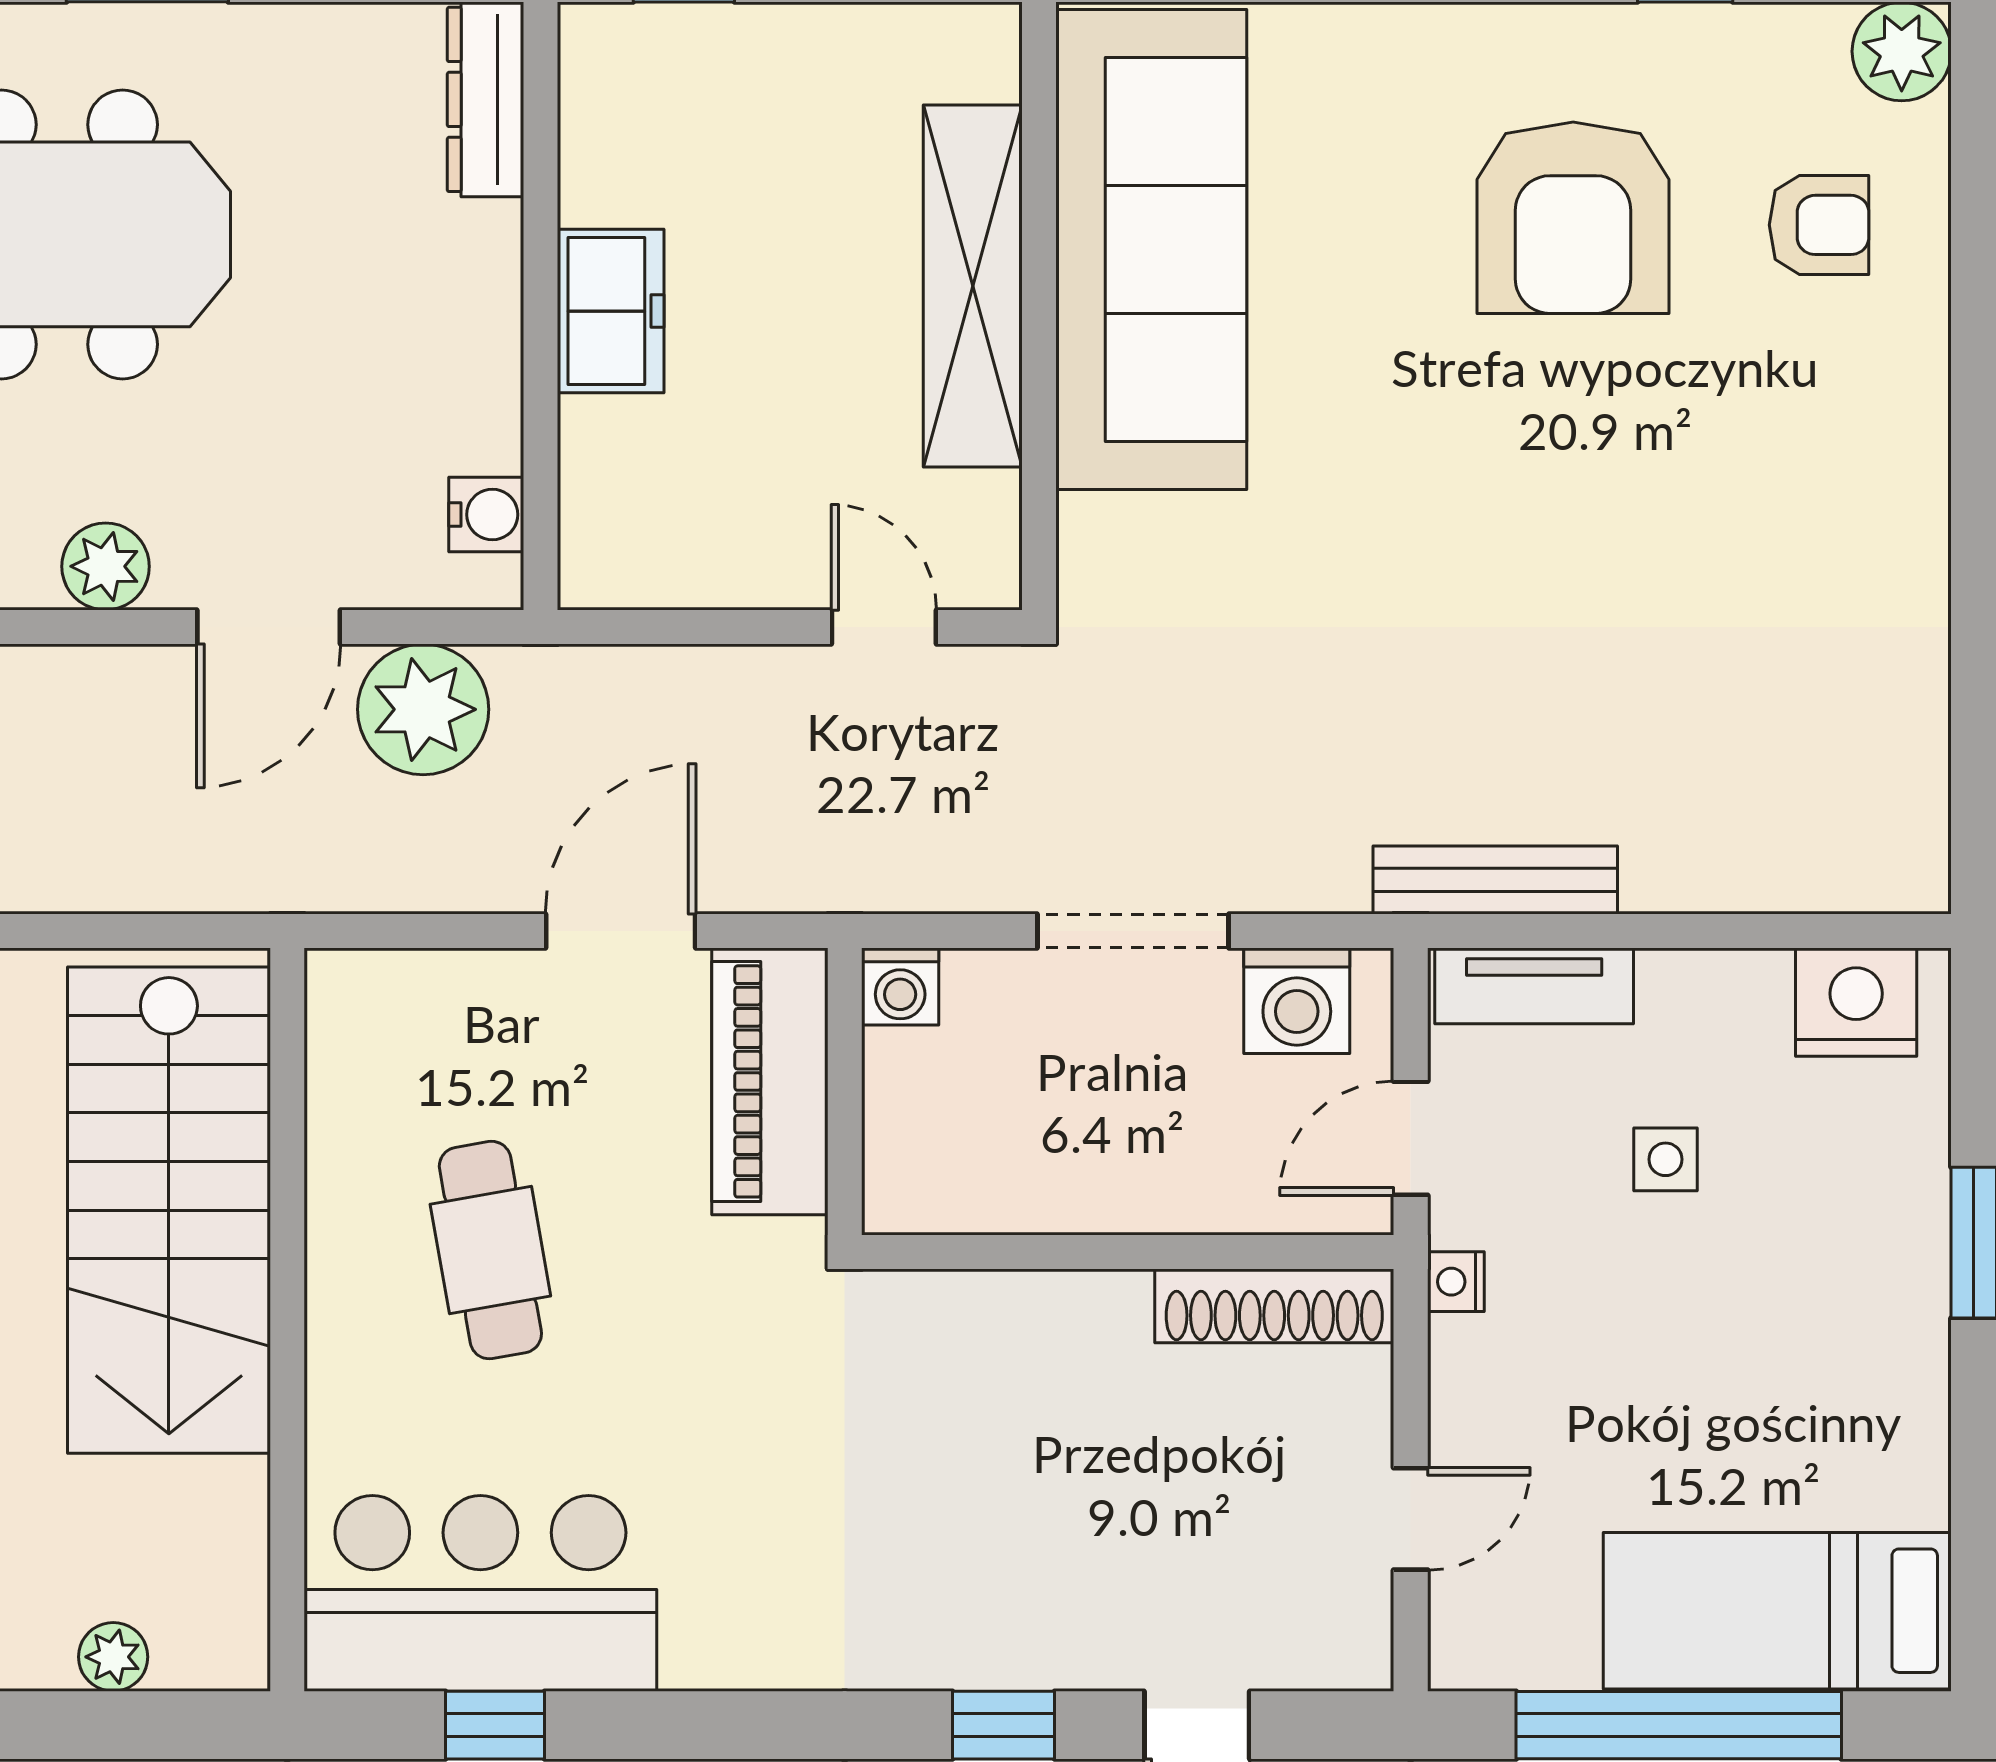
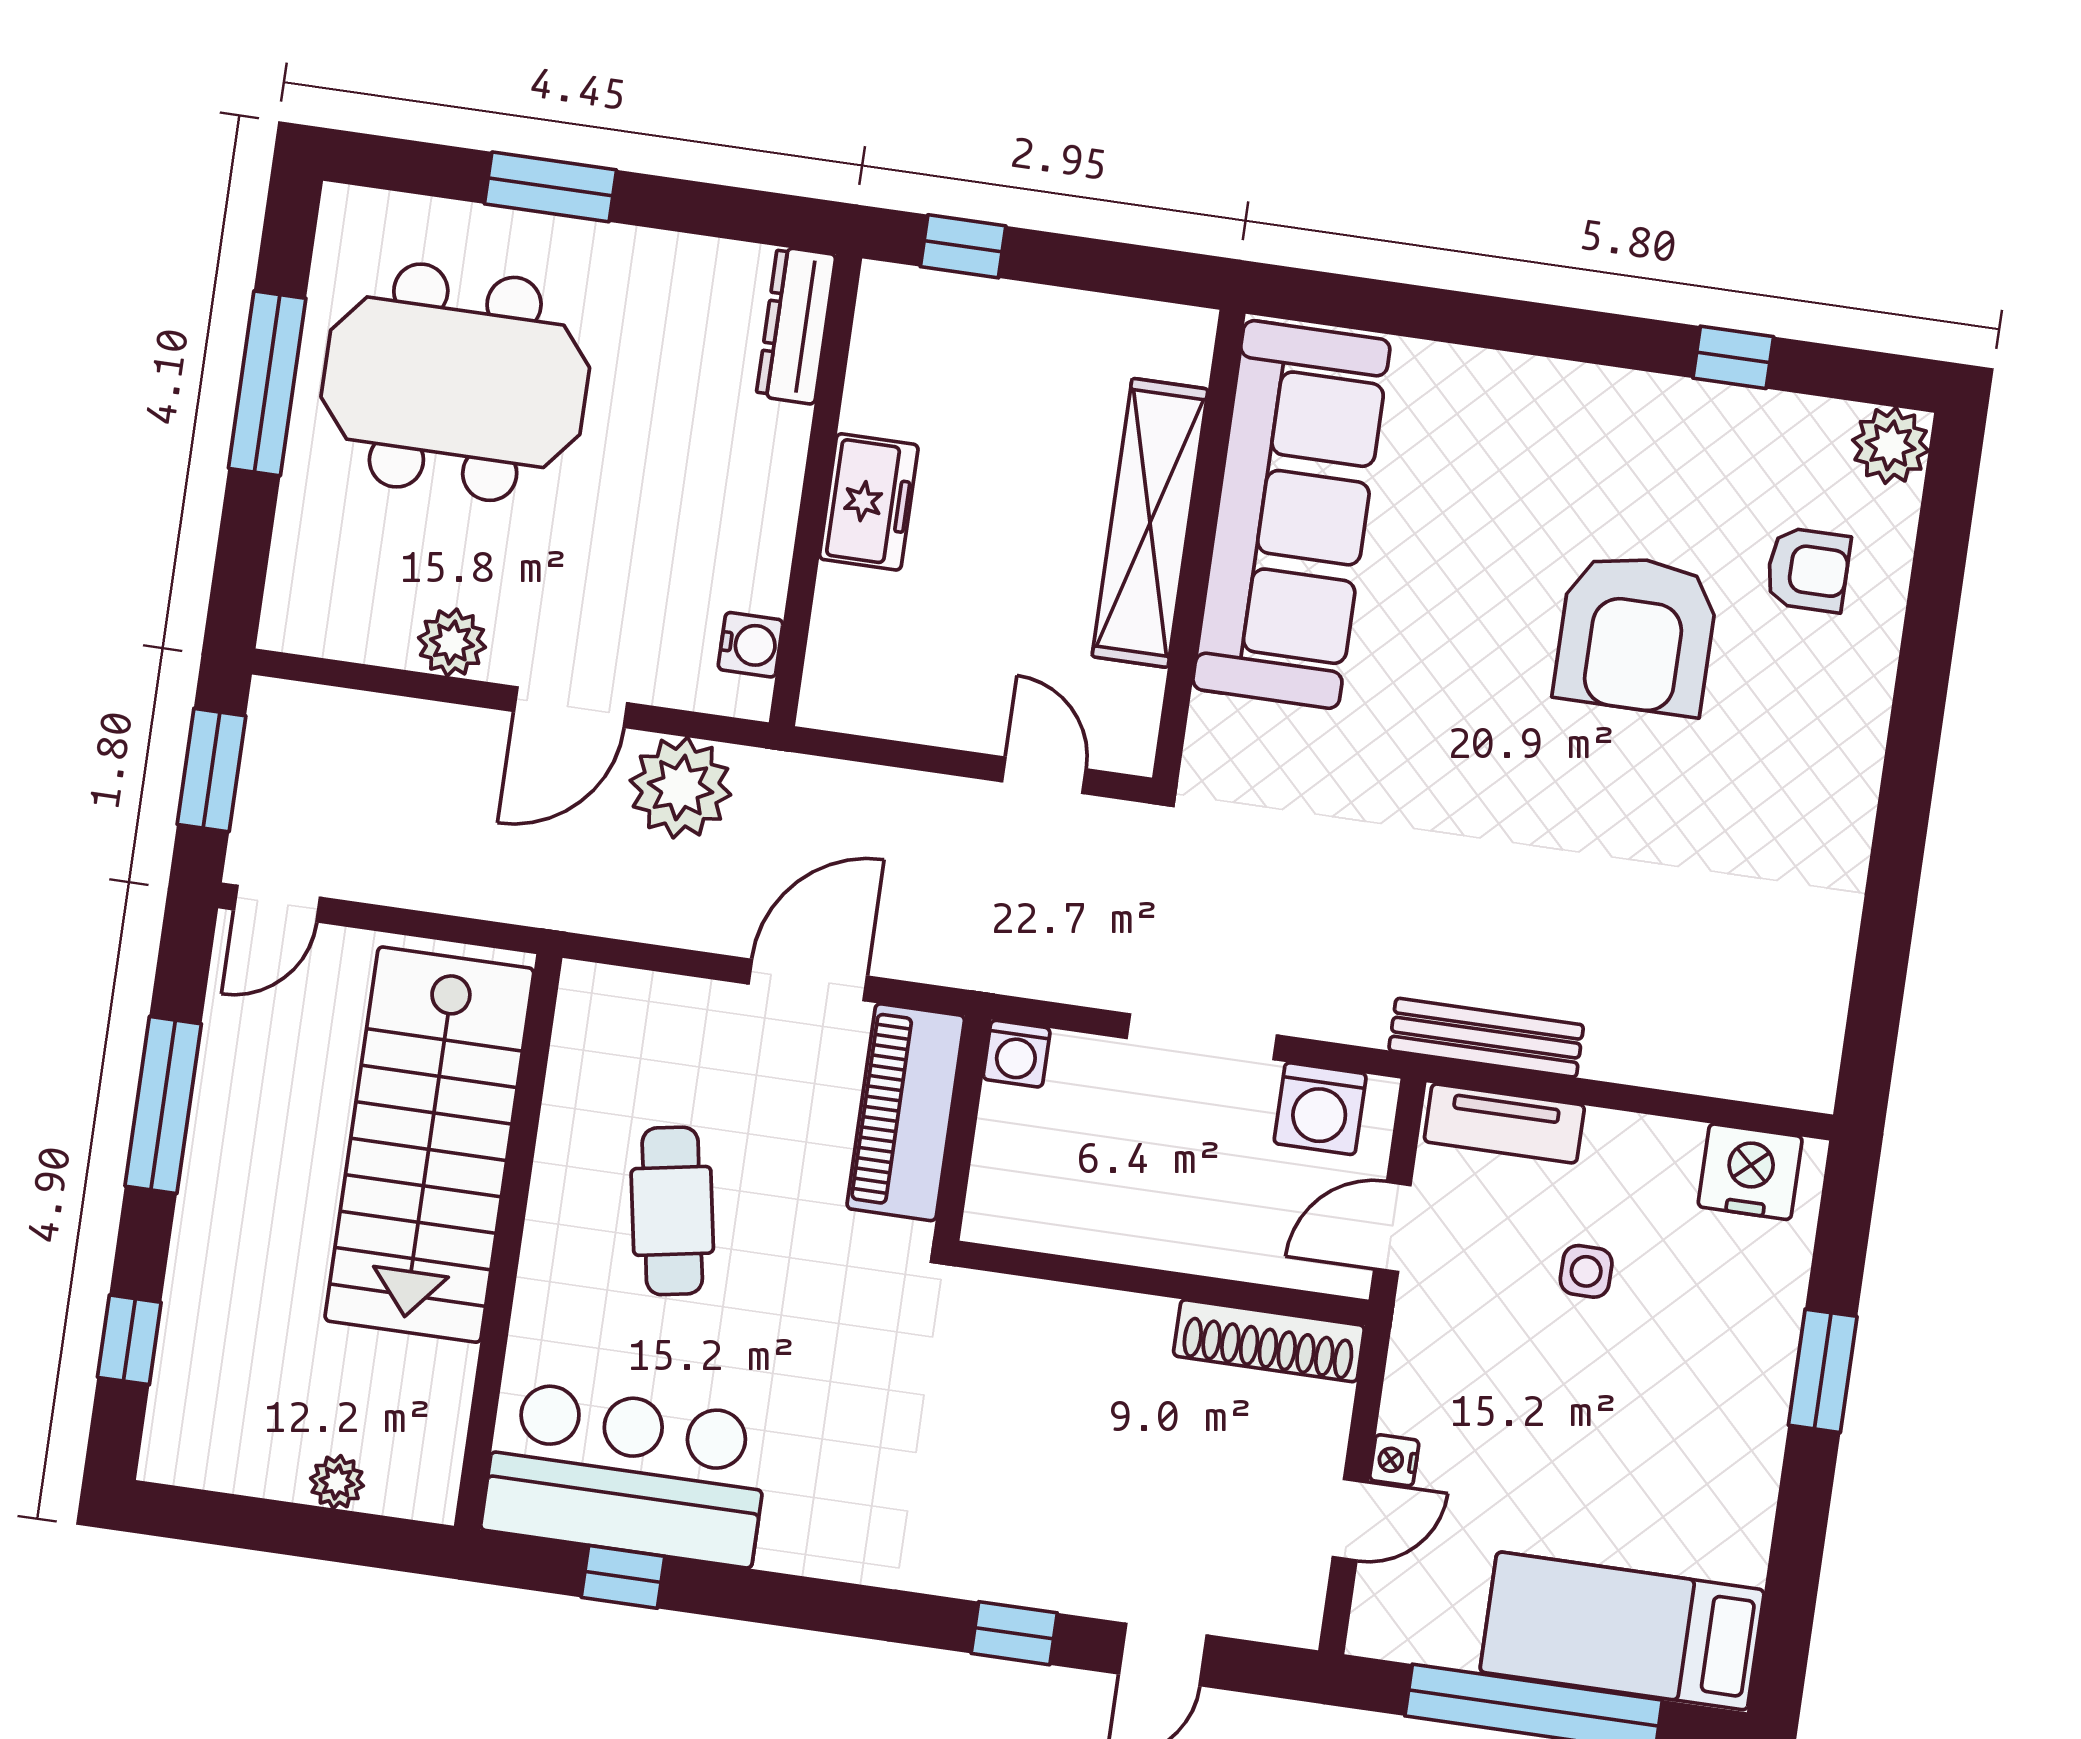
armchair: (1573, 218) -> (1636, 634), moved
nightstand: (1456, 1282) -> (1394, 1460), moved

